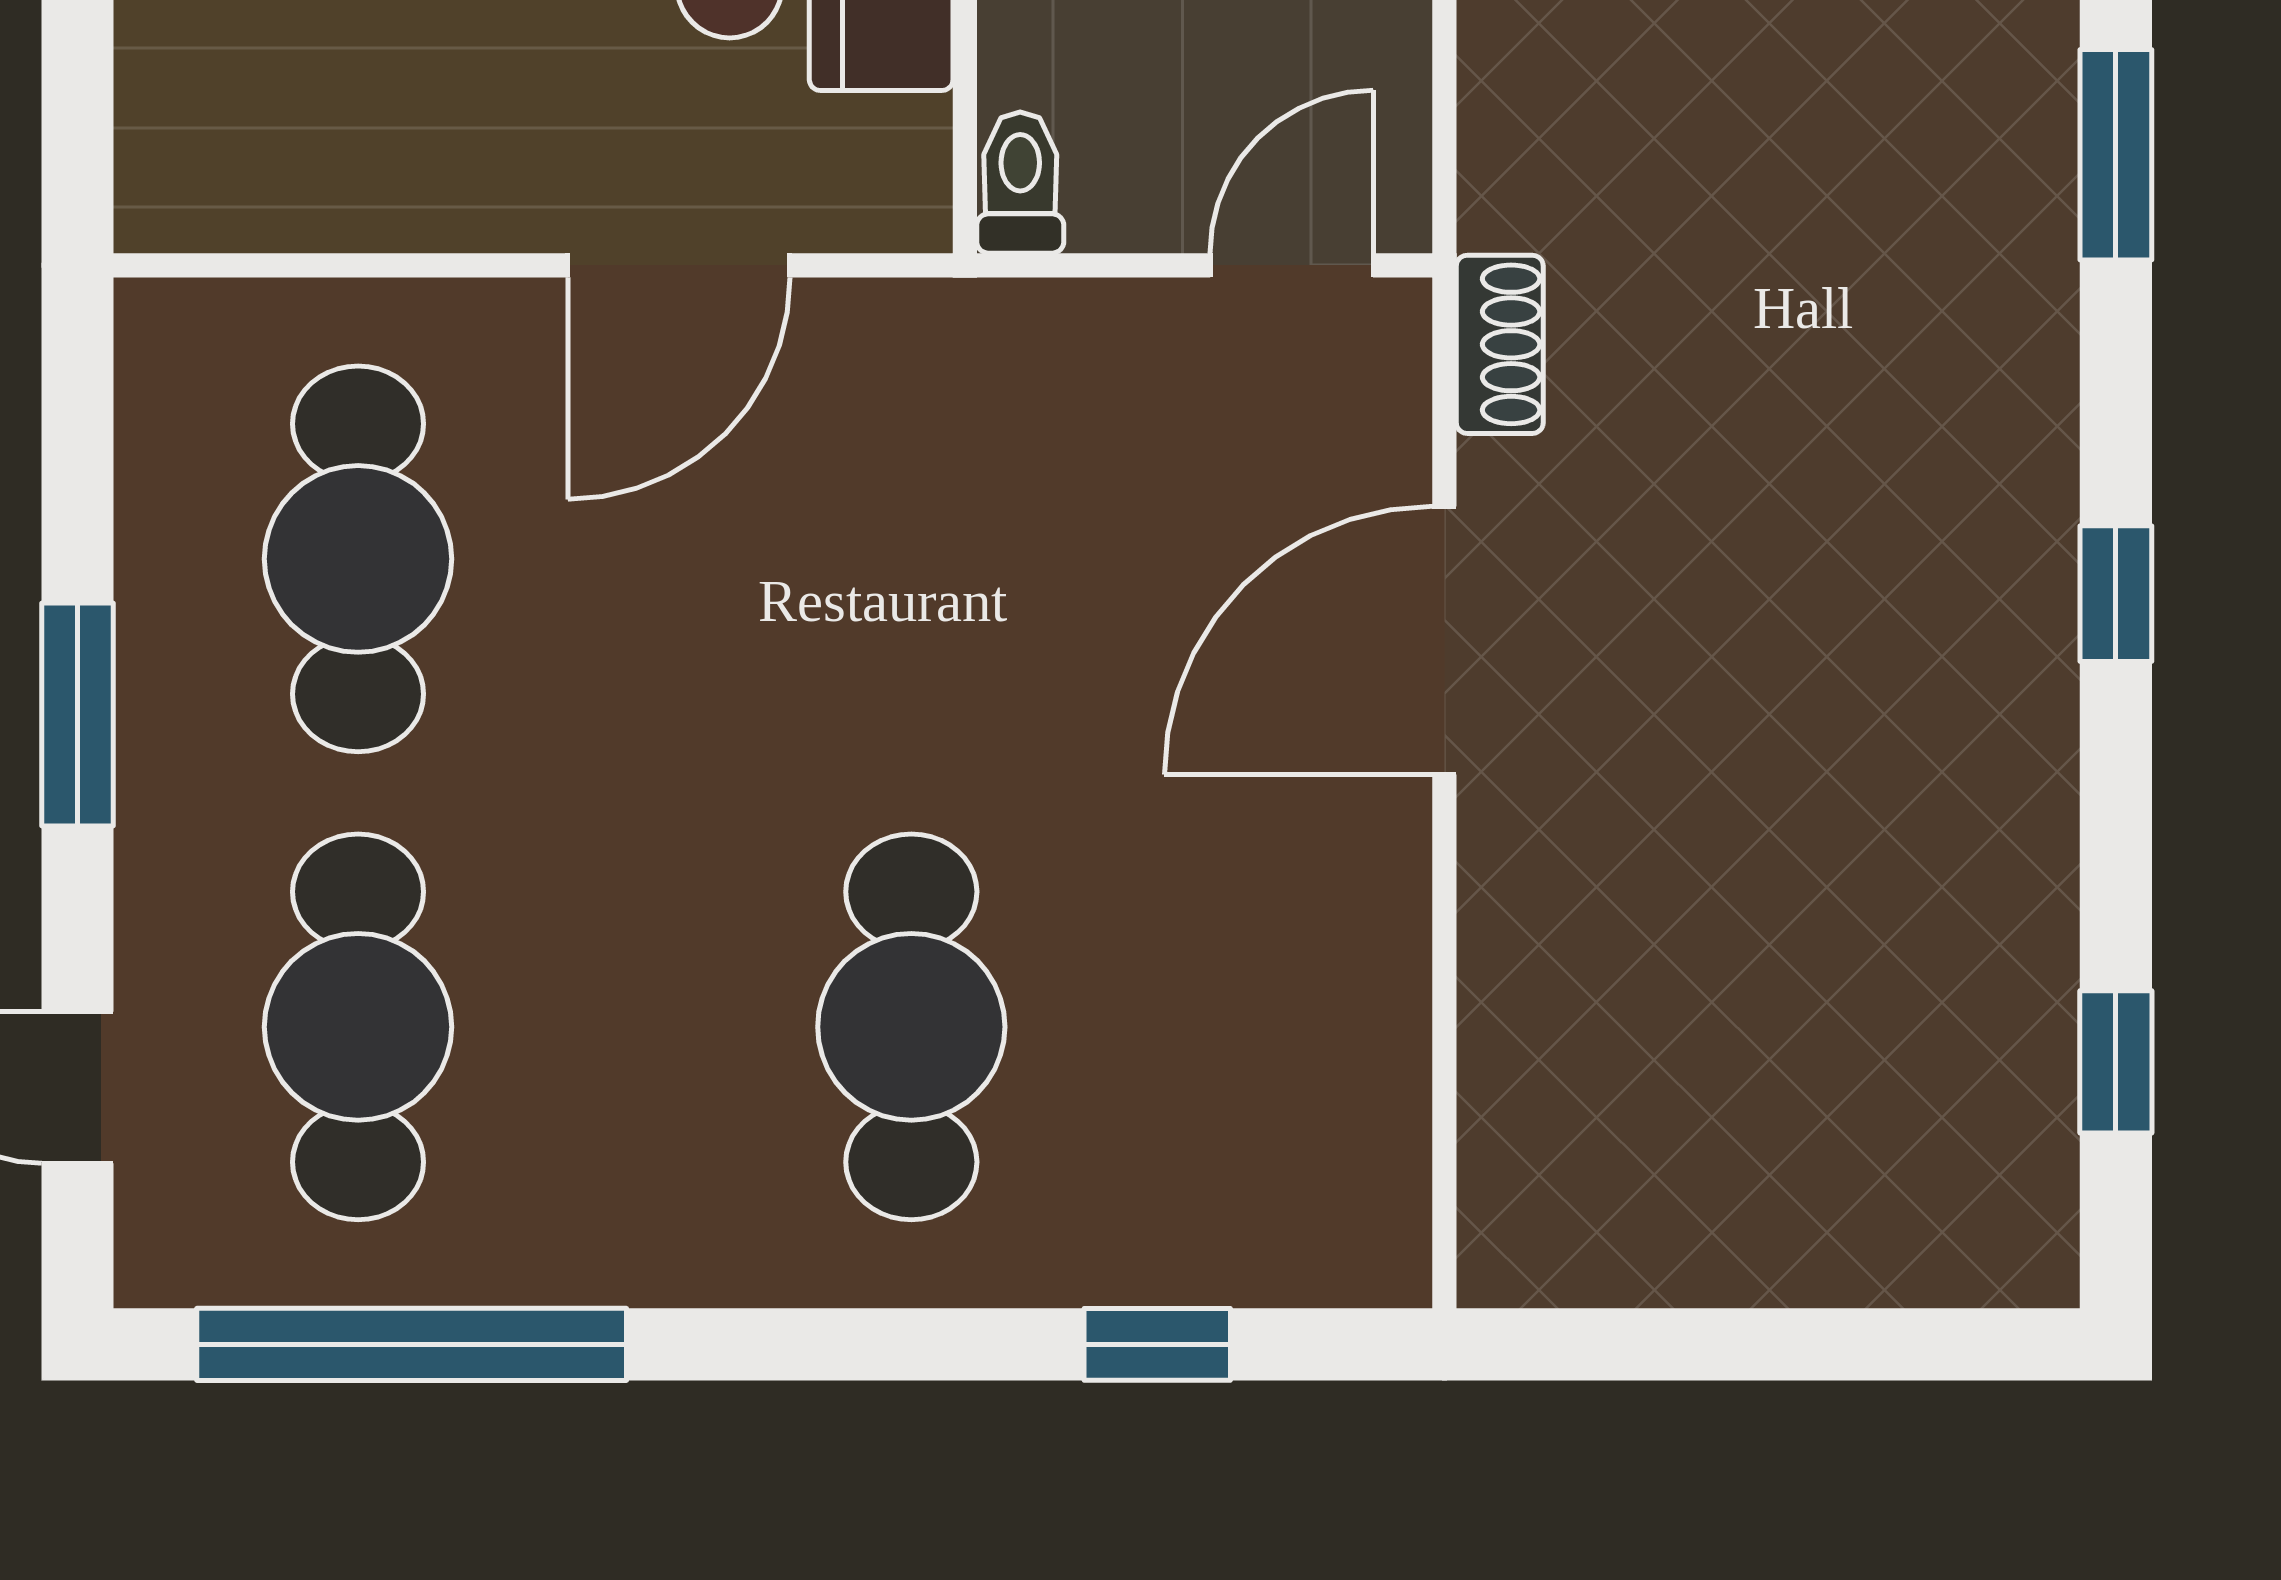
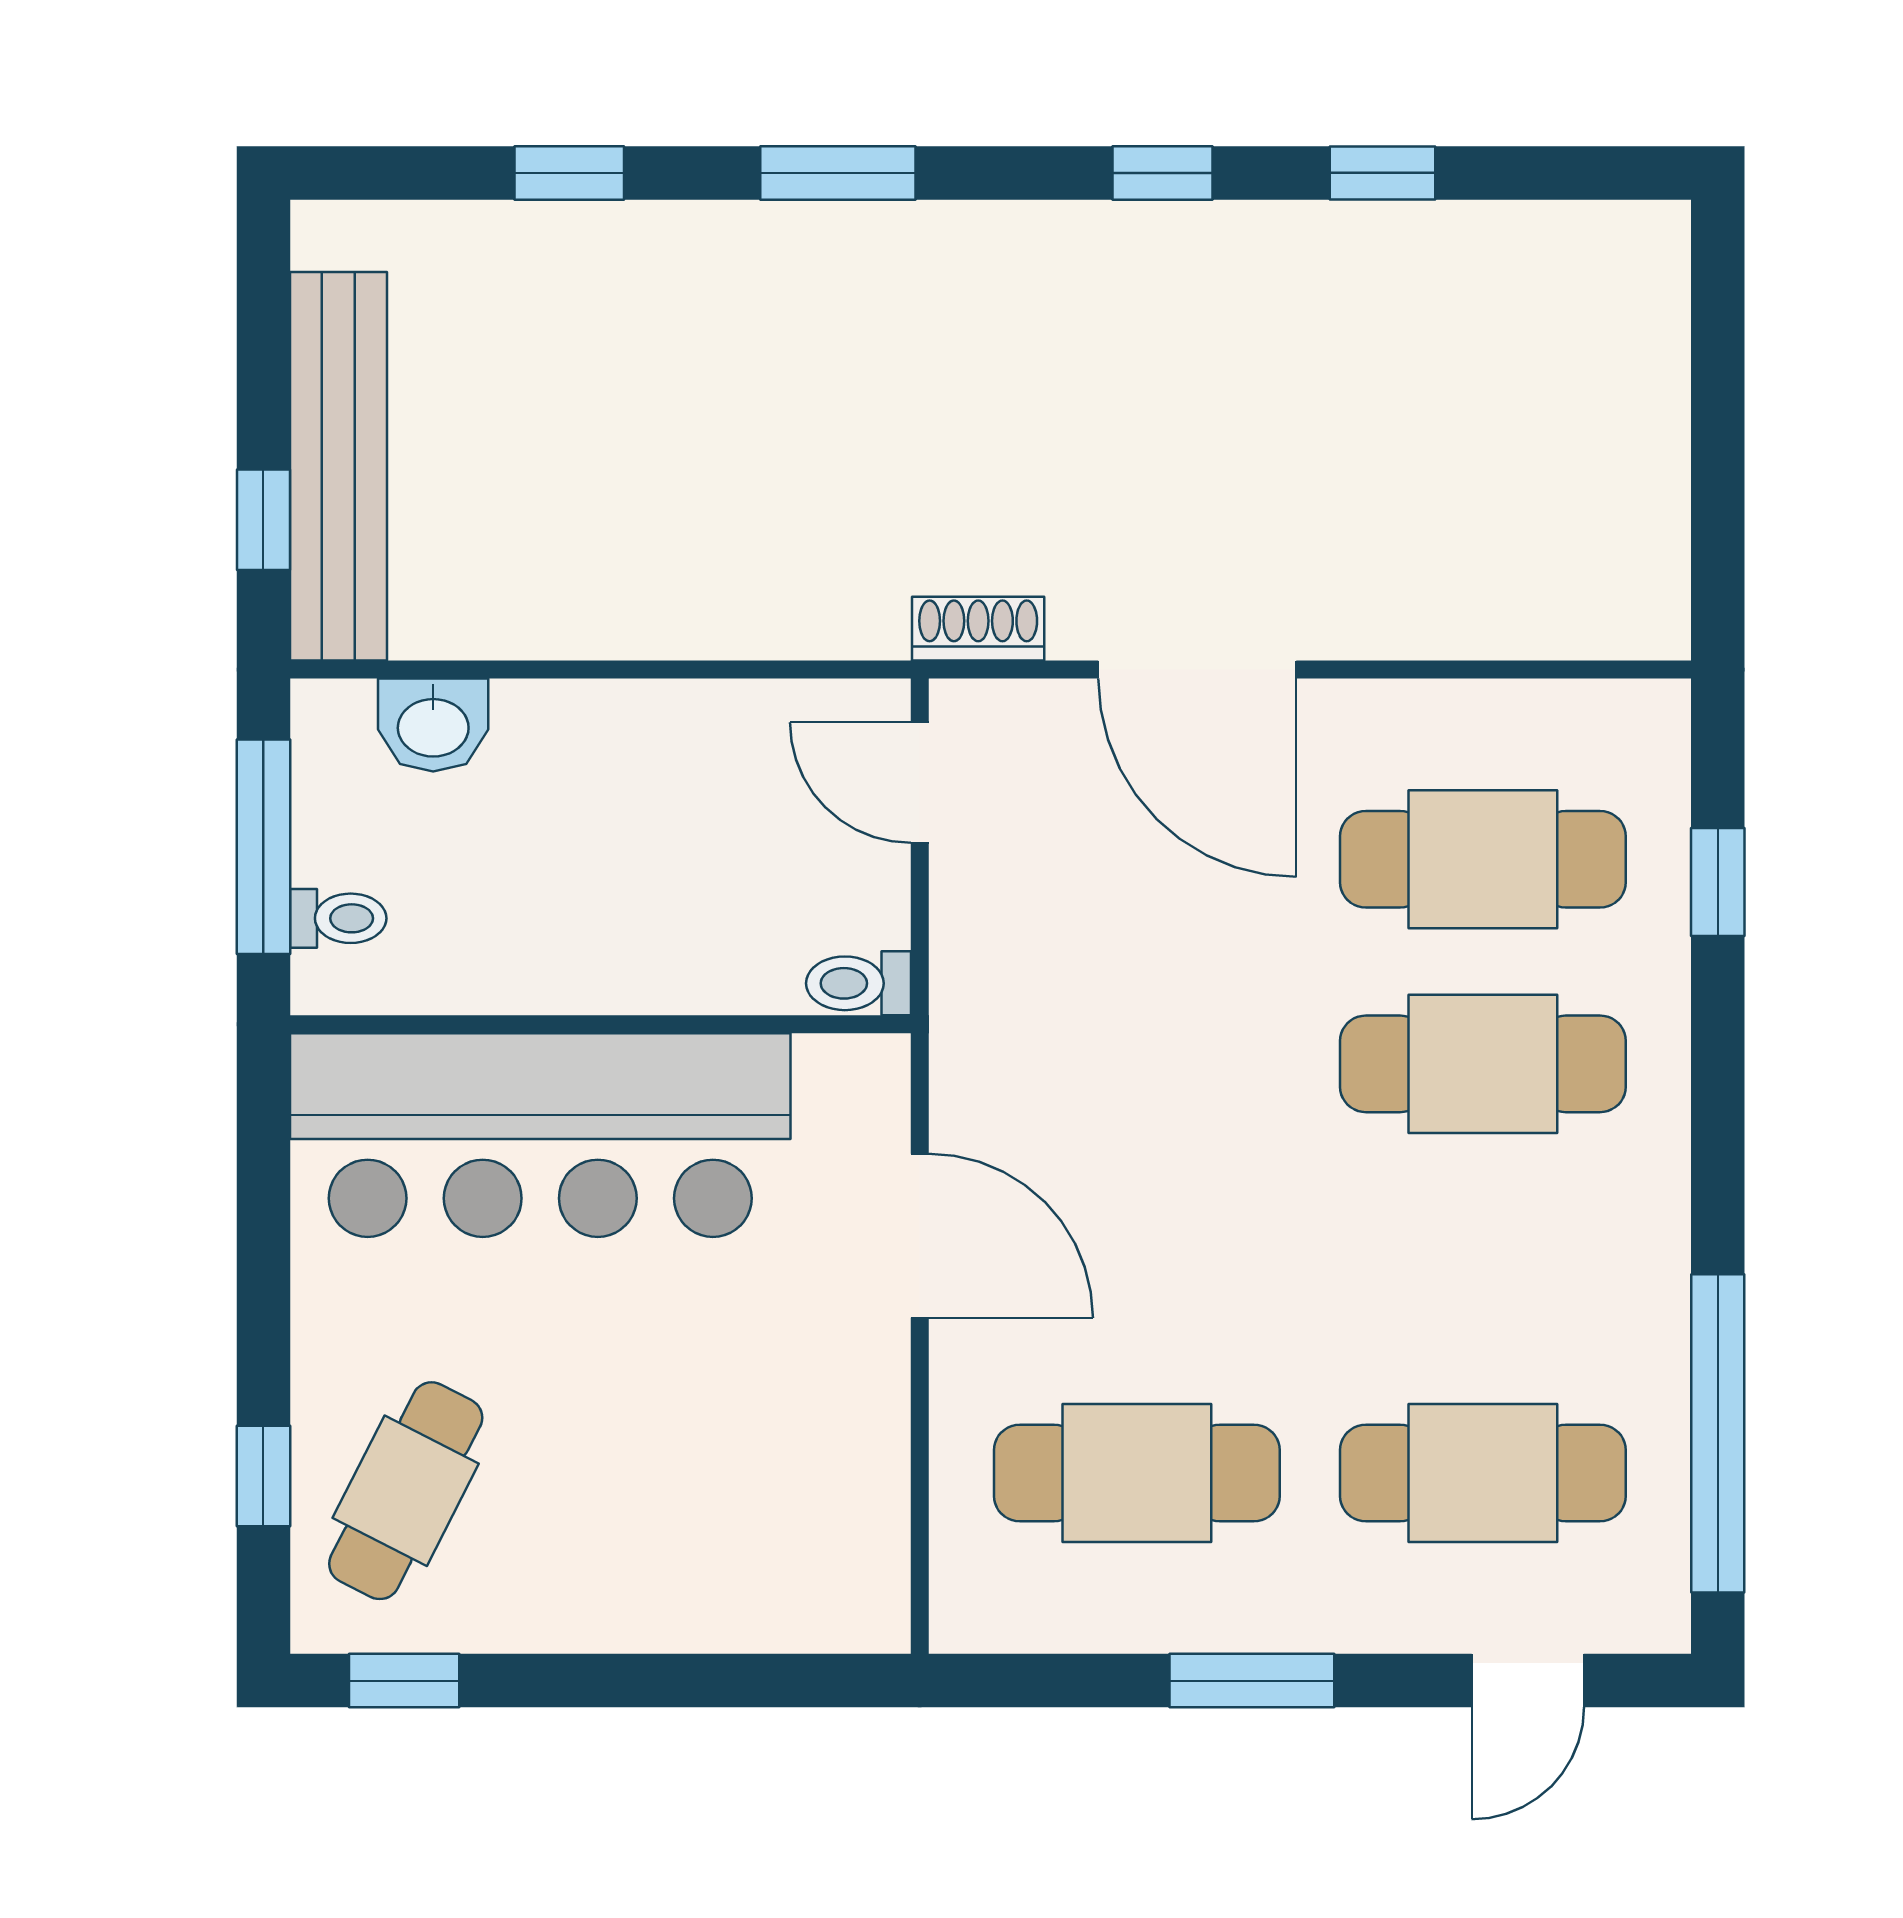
cafe table: (1188, 1027) -> (1483, 859), added
window: (2116, 1062) -> (1383, 173), moved

